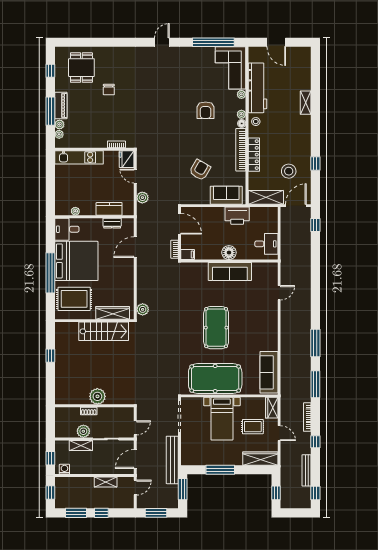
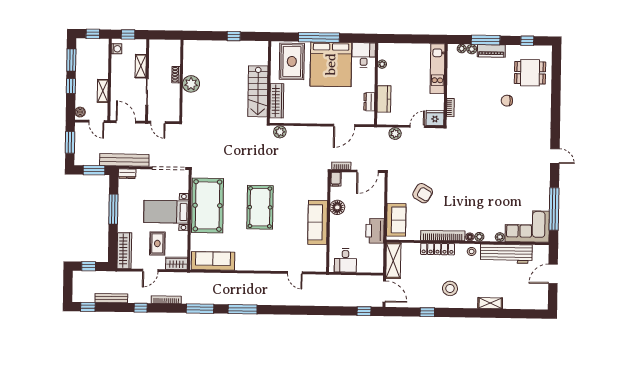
armchair: (206, 110) -> (484, 200), removed
stool: (289, 171) -> (450, 288), moved
door: (135, 247) -> (344, 125), swing flipped
floor lamp: (229, 253) -> (337, 207), moved
pool table: (216, 328) -> (260, 207), turned 90
plant: (83, 431) -> (155, 69), removed
dresser: (186, 457) -> (127, 174), added
boiler: (126, 504) -> (80, 112), added

